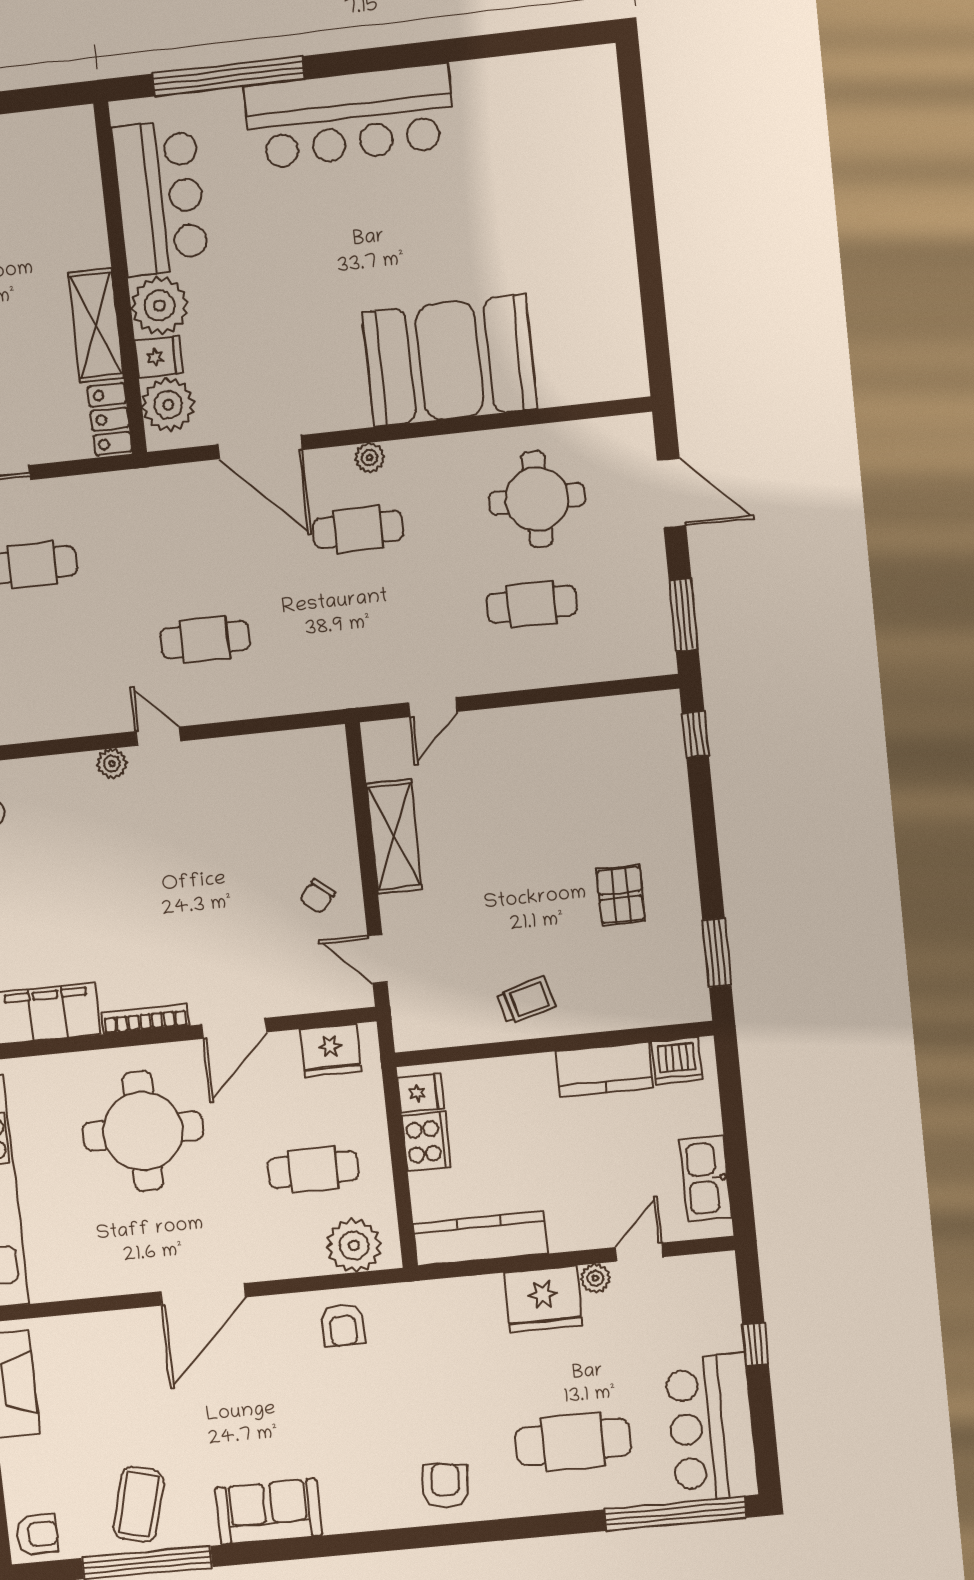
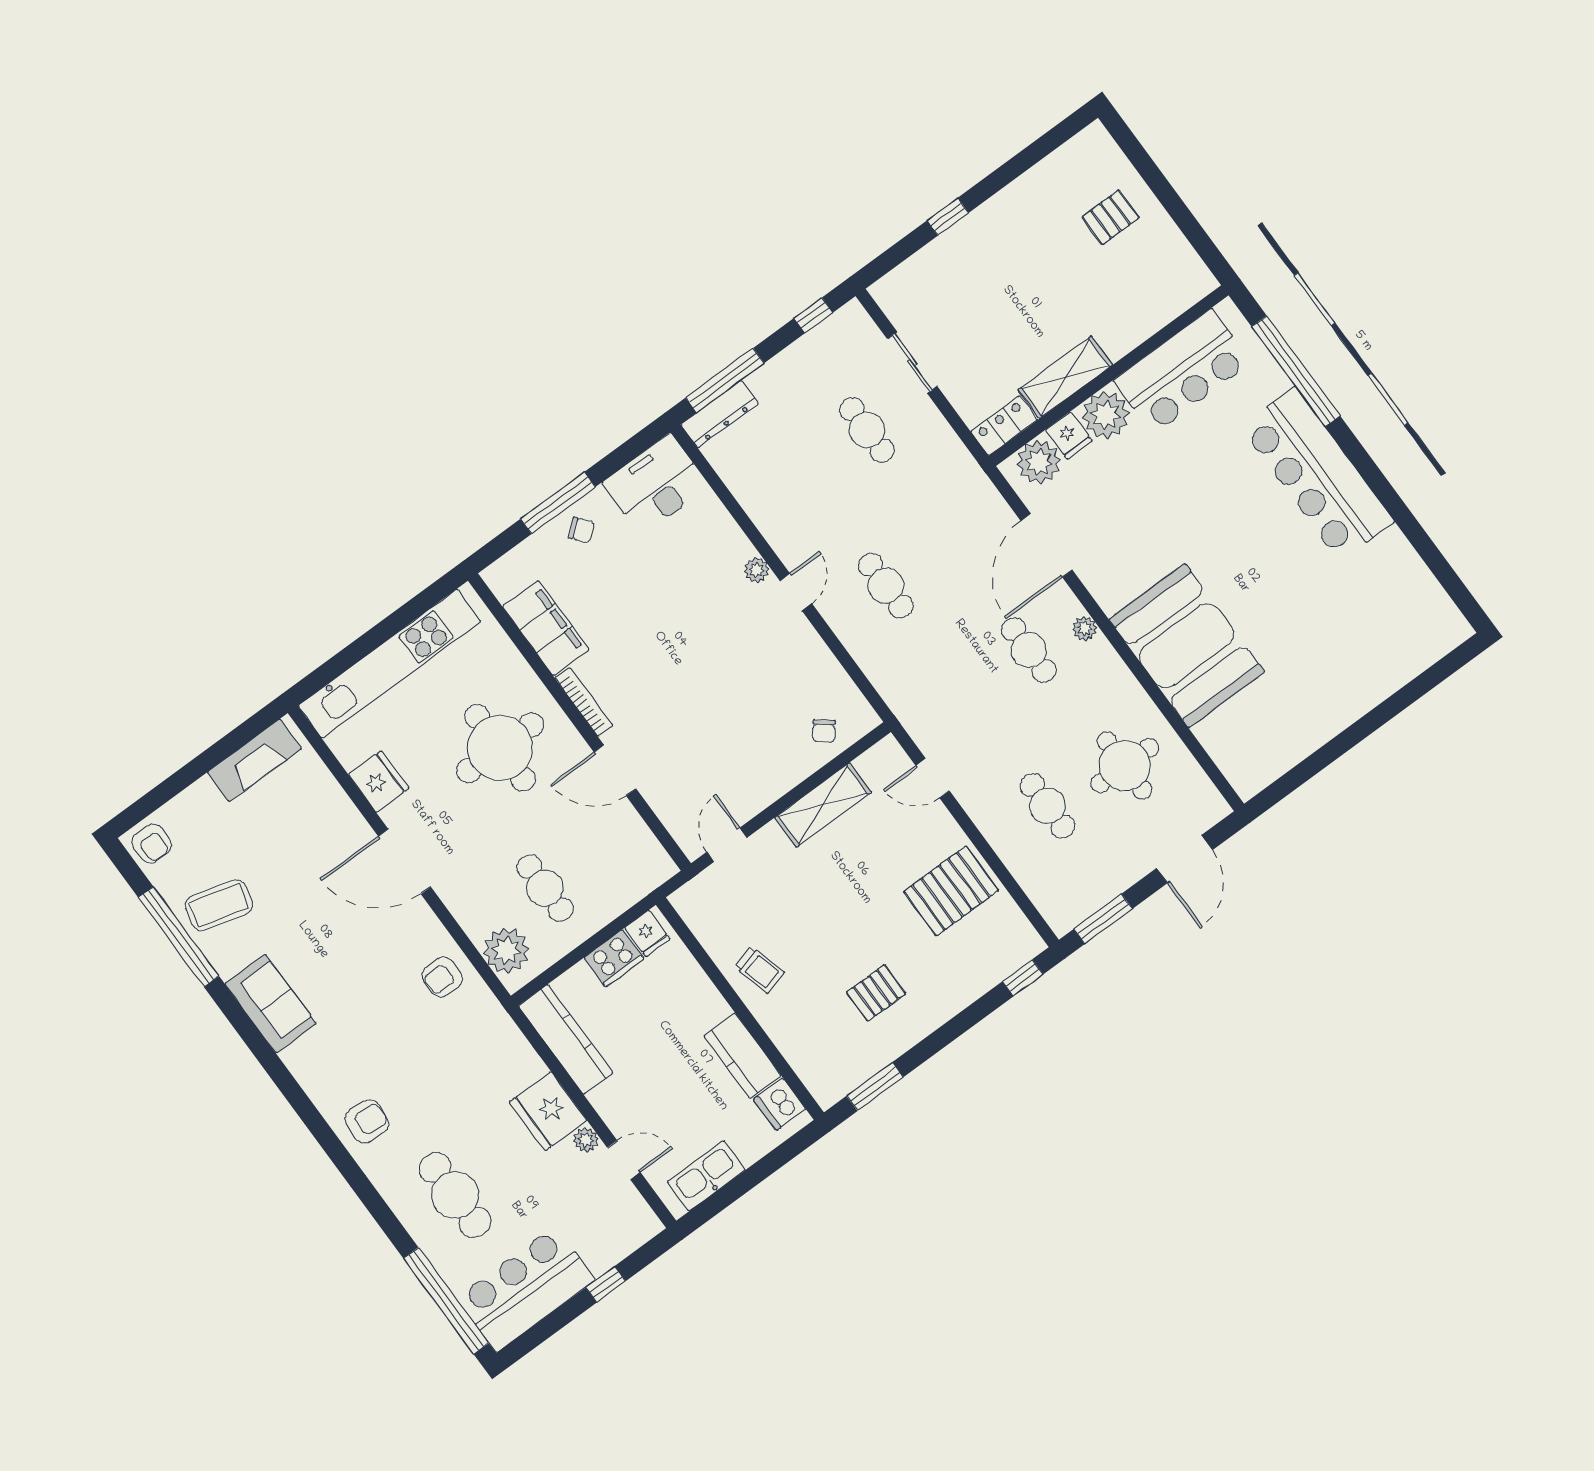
pallet: (561, 756) -> (951, 891), added
chair: (318, 896) -> (824, 731), moved, turned -91
fridge: (331, 1050) -> (379, 781), moved, turned 180

